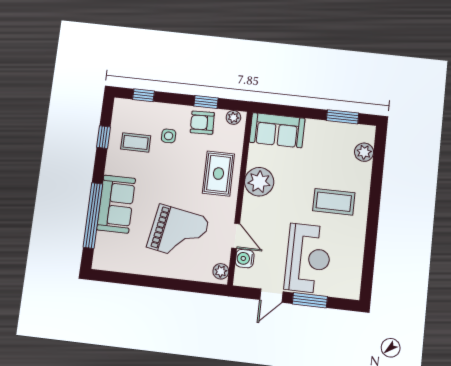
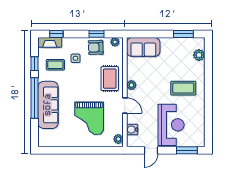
fireplace: (132, 107) -> (50, 42), added
plant: (259, 182) -> (131, 85), width x0.53, depth x0.53
sofa: (116, 204) -> (48, 105), width x1.36
window: (93, 215) -> (35, 98), moved
grand piano: (178, 233) -> (89, 118), turned 80
door: (236, 236) -> (125, 106), moved
window: (310, 300) -> (187, 150), moved

